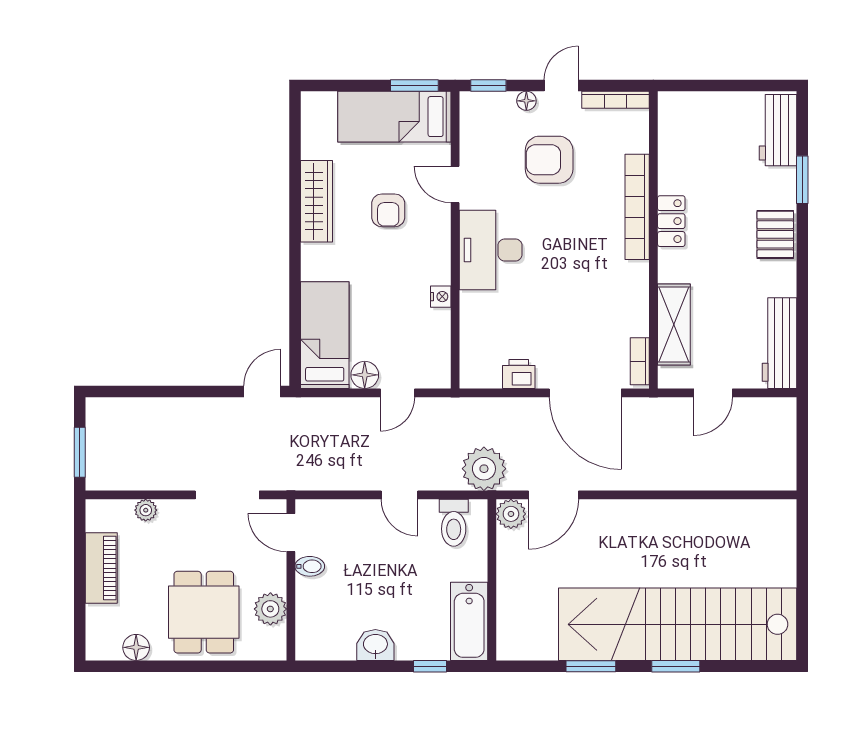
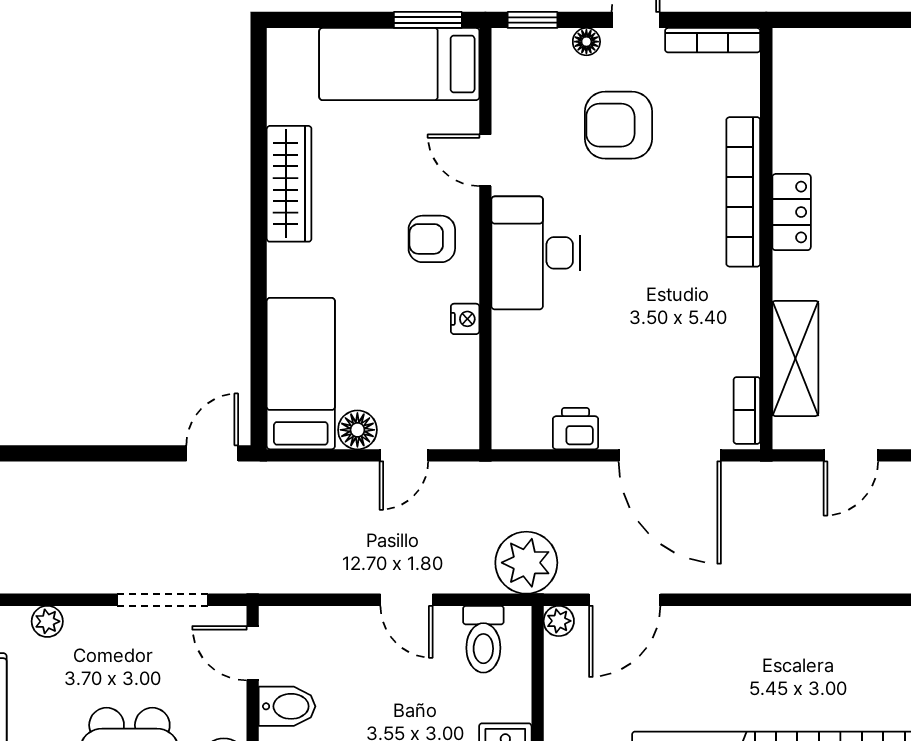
armchair: (388, 210) -> (432, 239), moved, turned 90
plant: (511, 514) -> (559, 621), width x0.73, depth x0.73
bidet: (310, 566) -> (287, 706), width x1.38, depth x1.36

